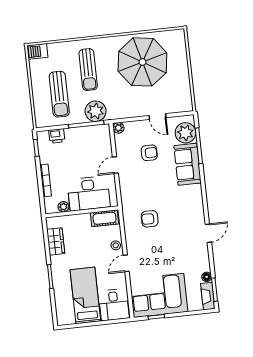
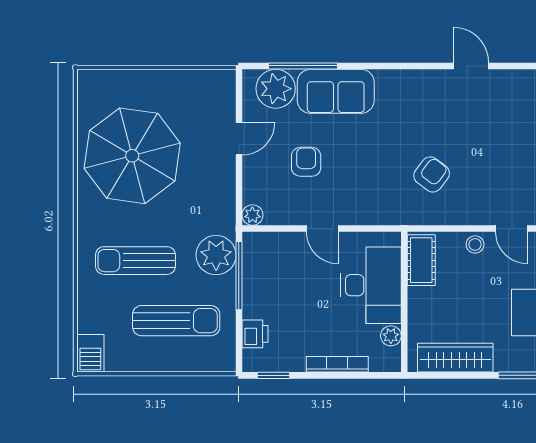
sun lounger: (88, 70) -> (135, 261), turned 180
armchair: (150, 219) -> (432, 174), turned -143
wardrobe: (56, 241) -> (455, 358), width x1.50

